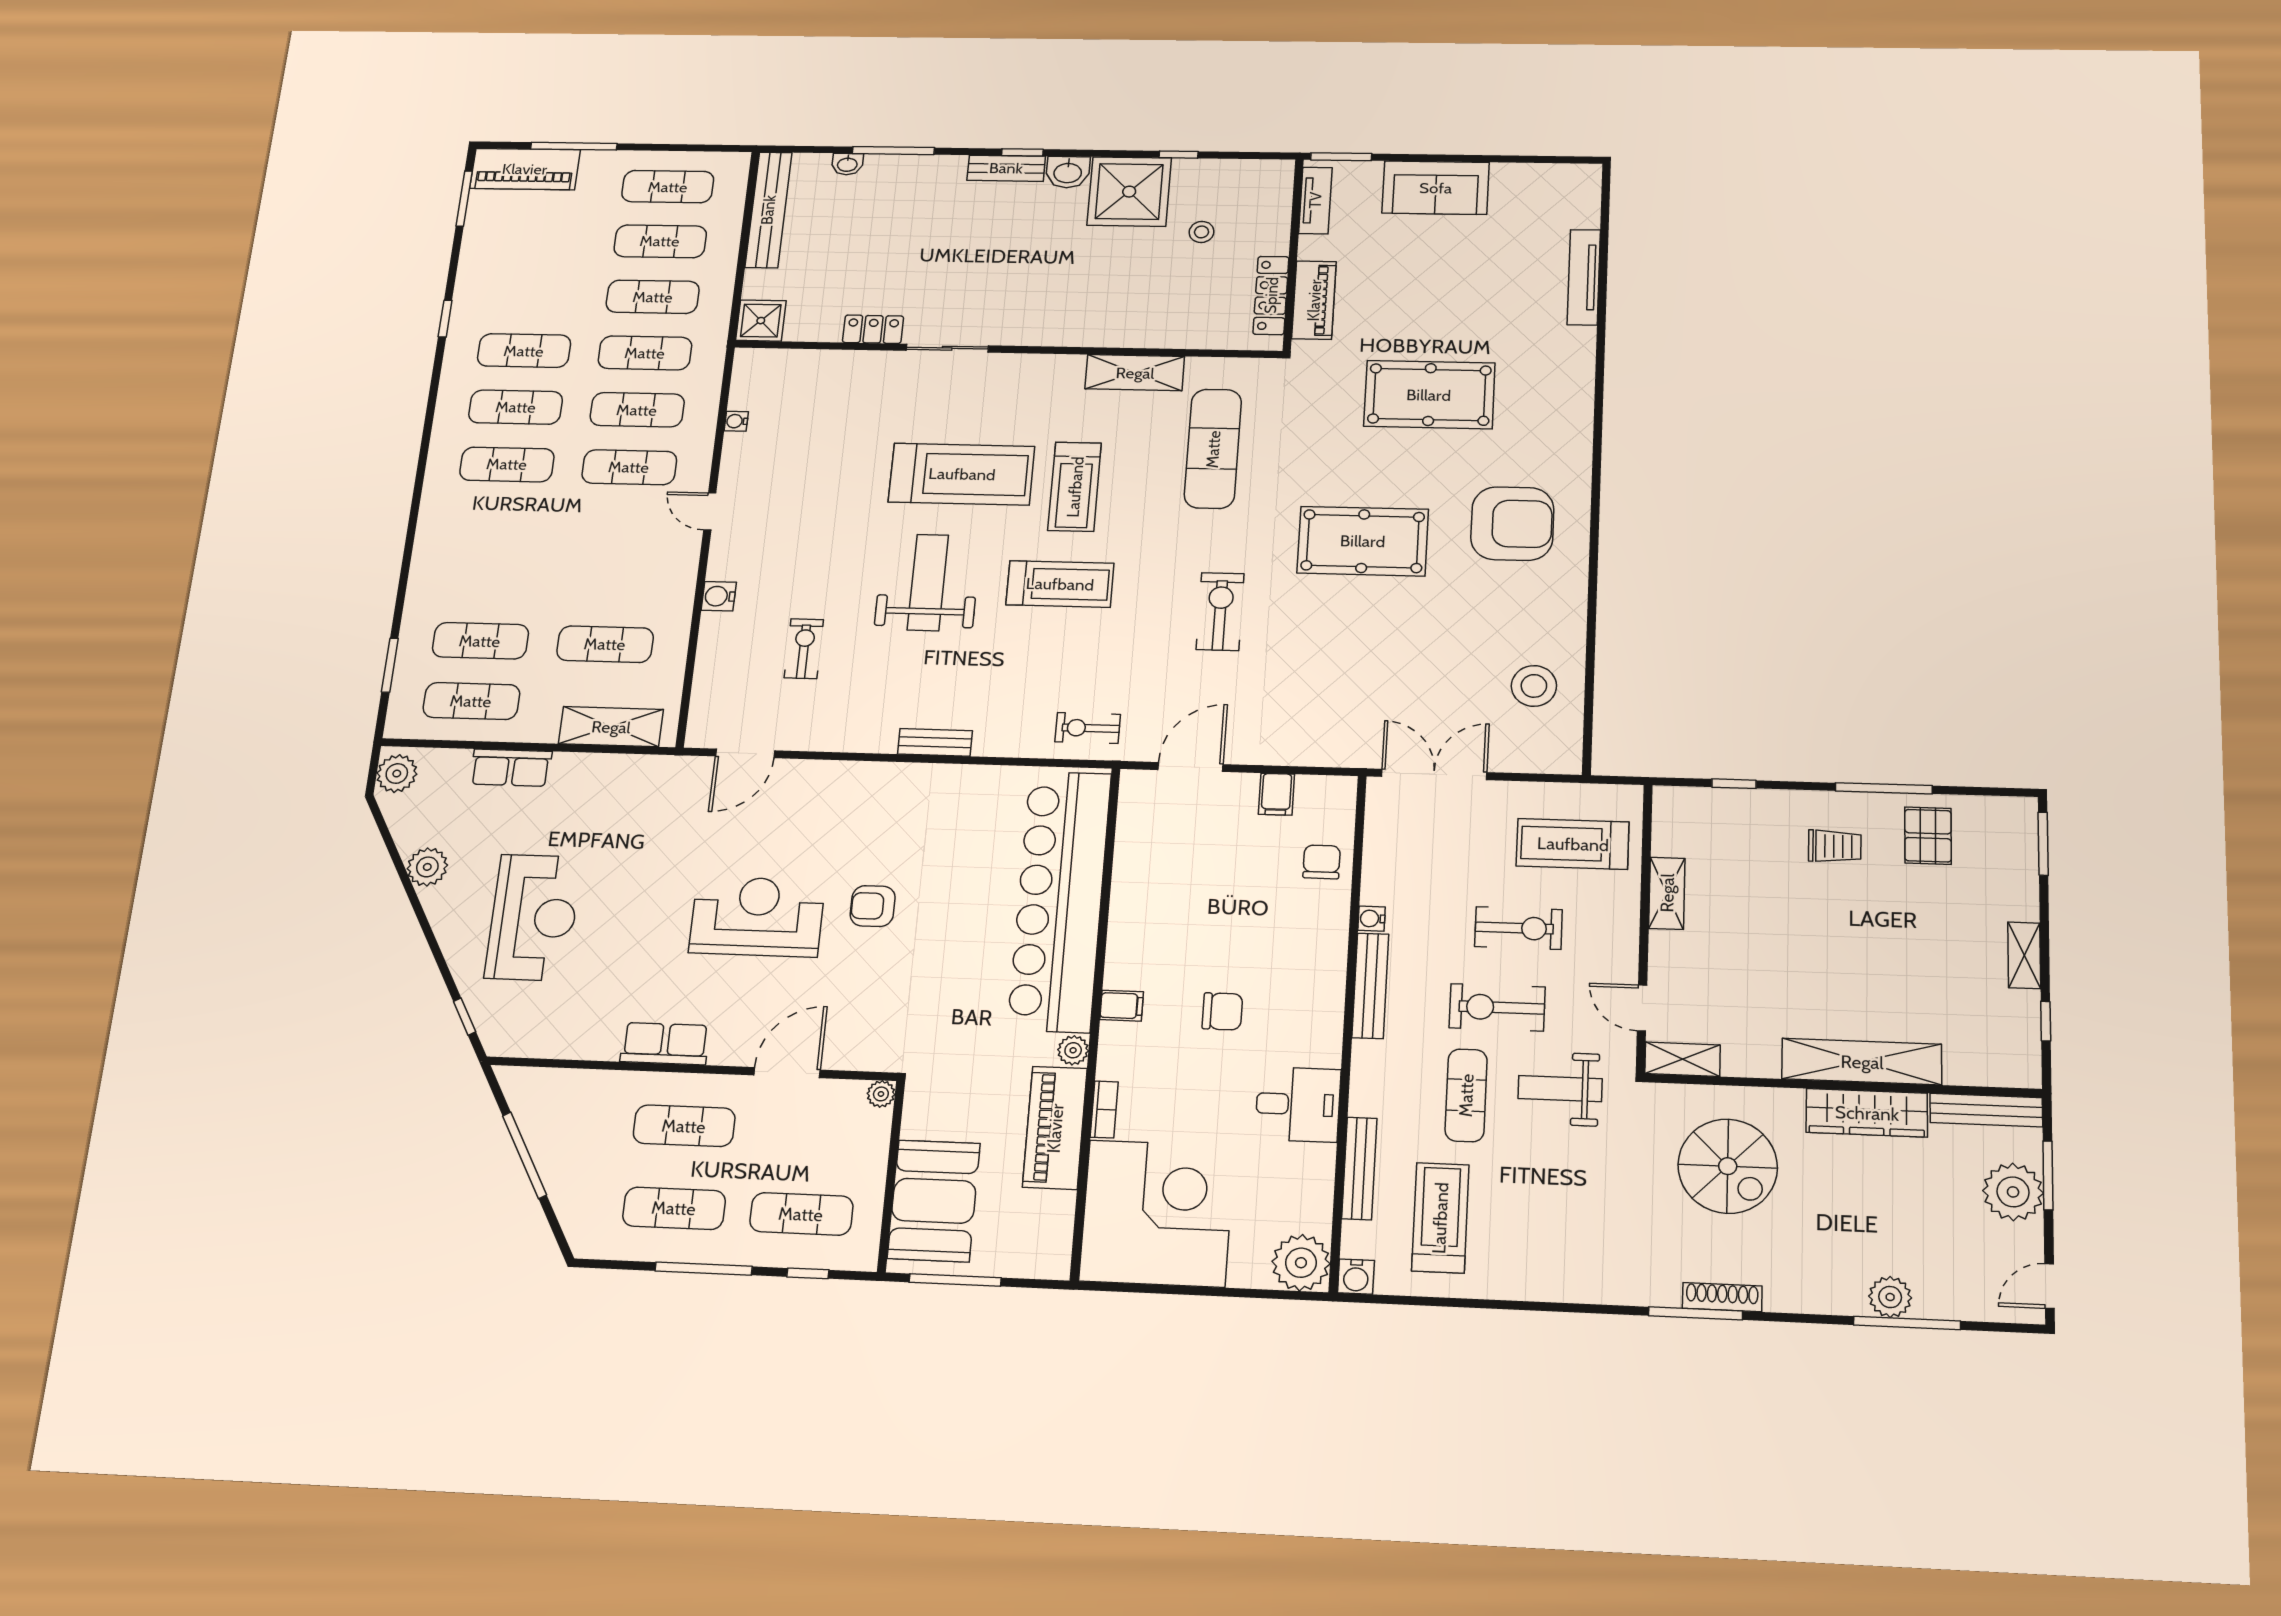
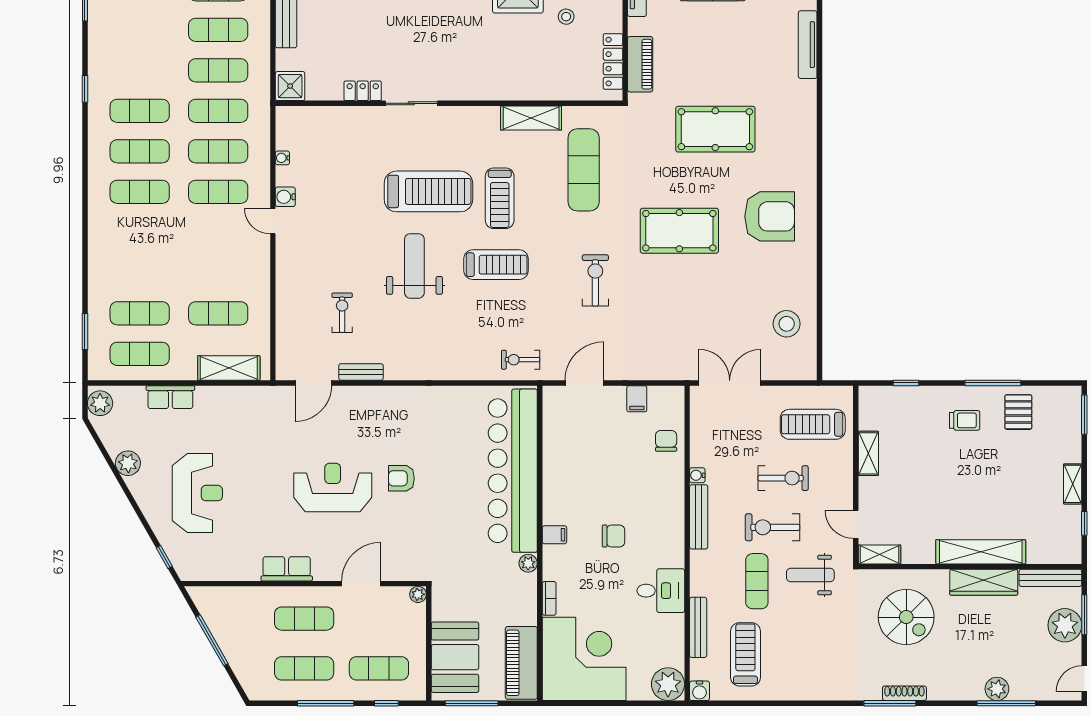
water cooler: (719, 596) -> (285, 197), moved
bench: (935, 742) -> (361, 372), moved
piano: (1055, 1128) -> (521, 663), moved

